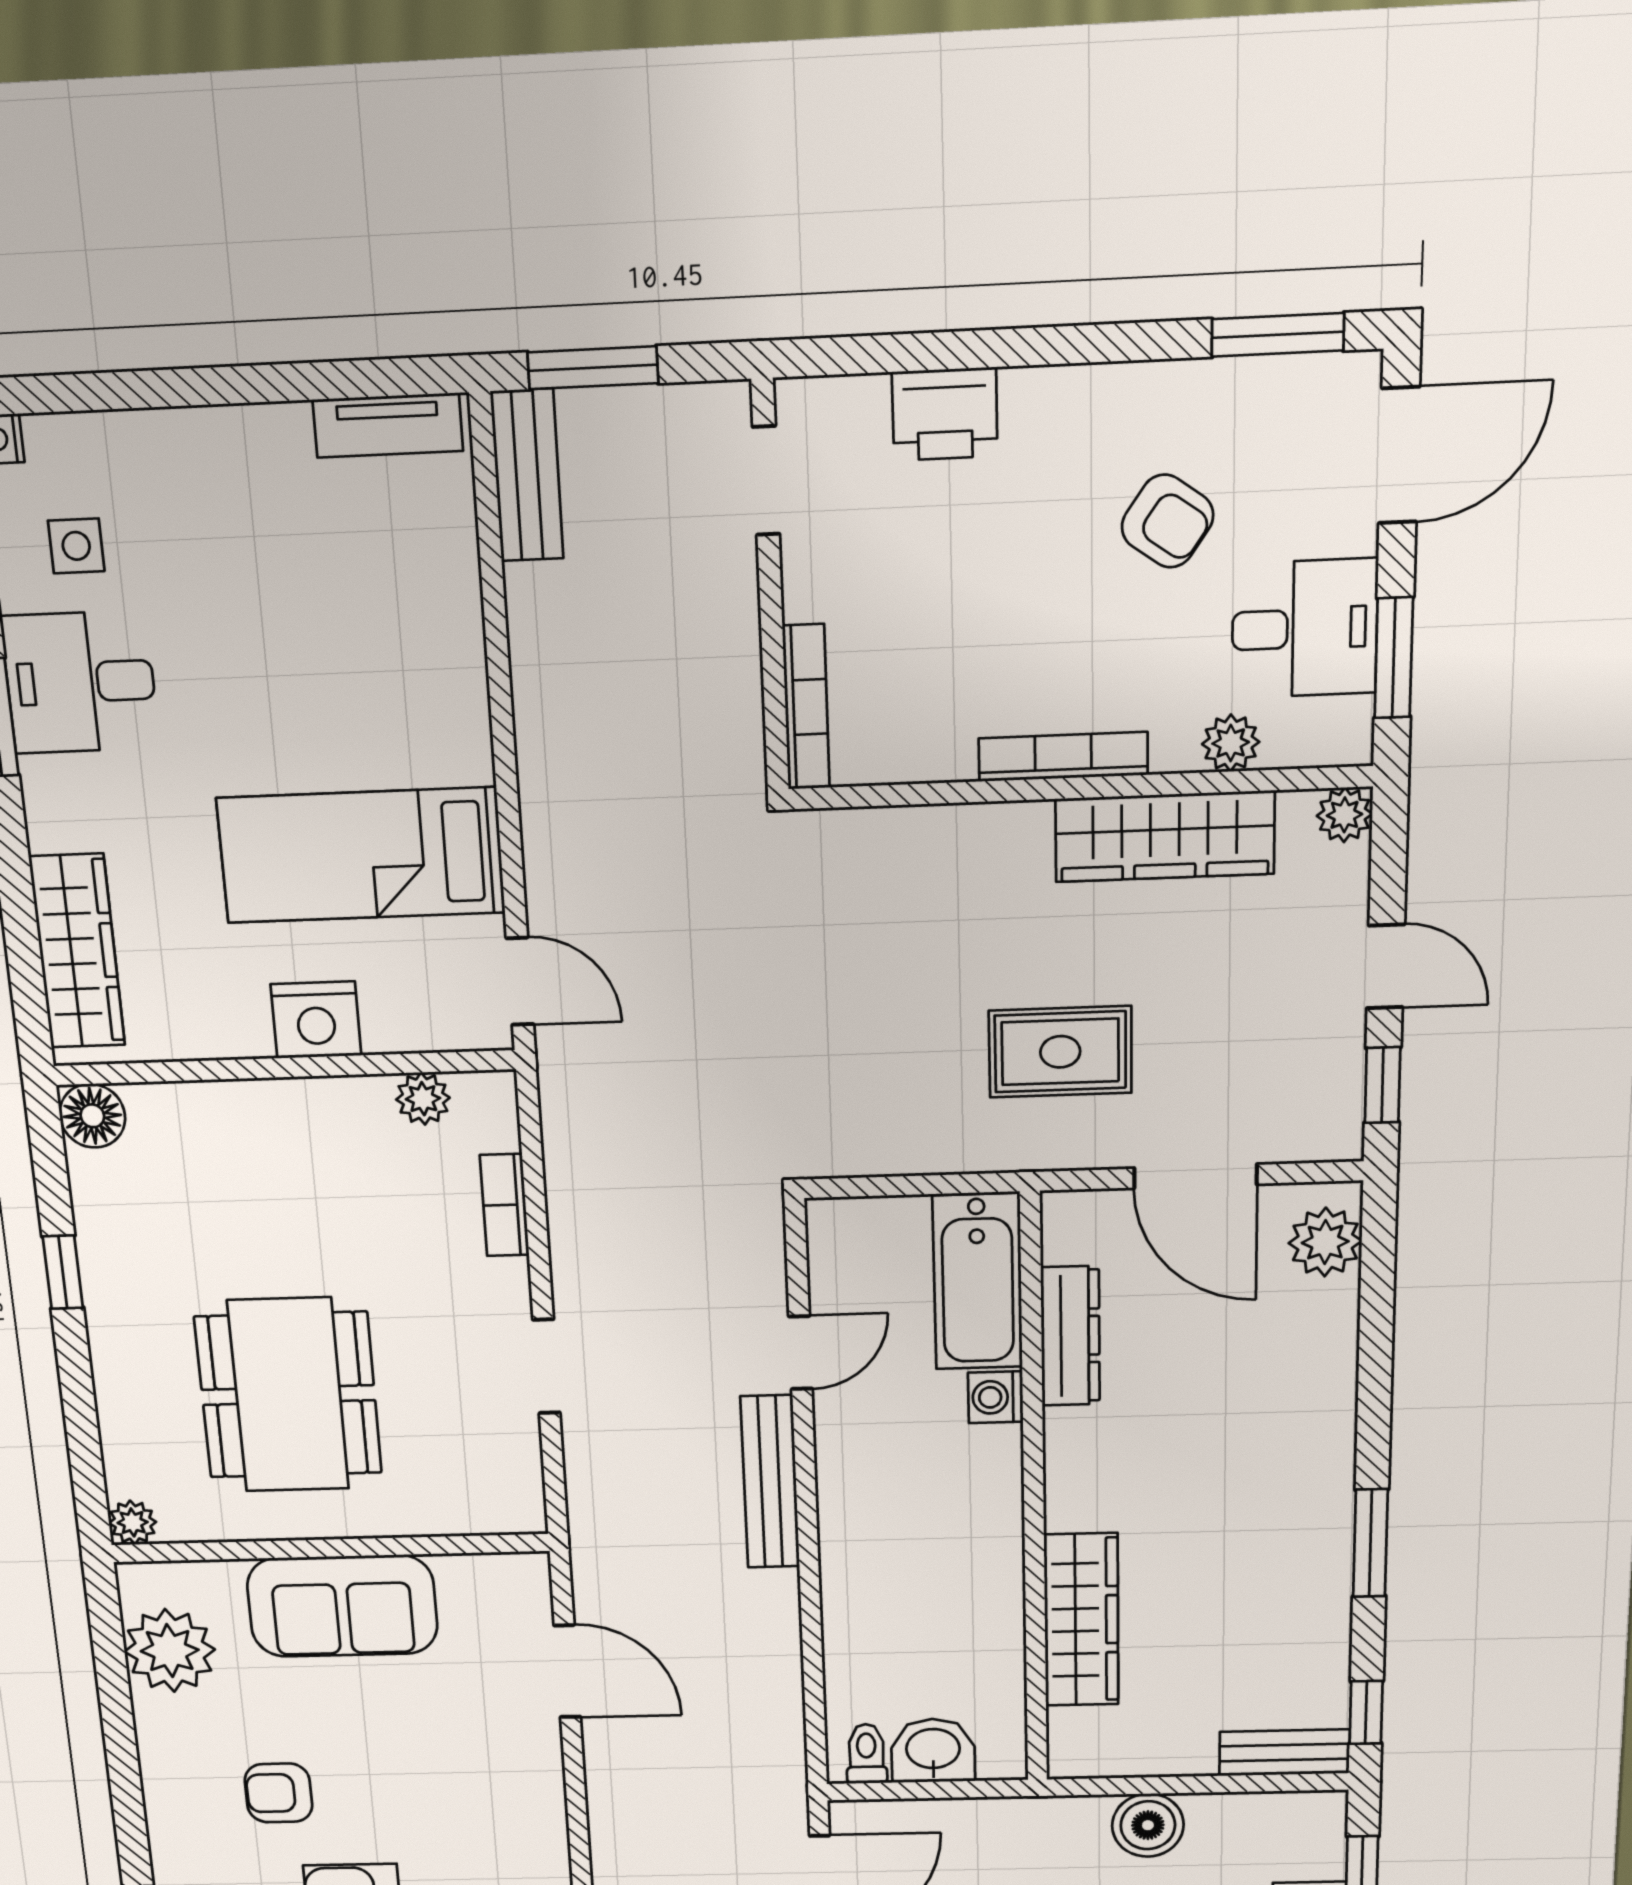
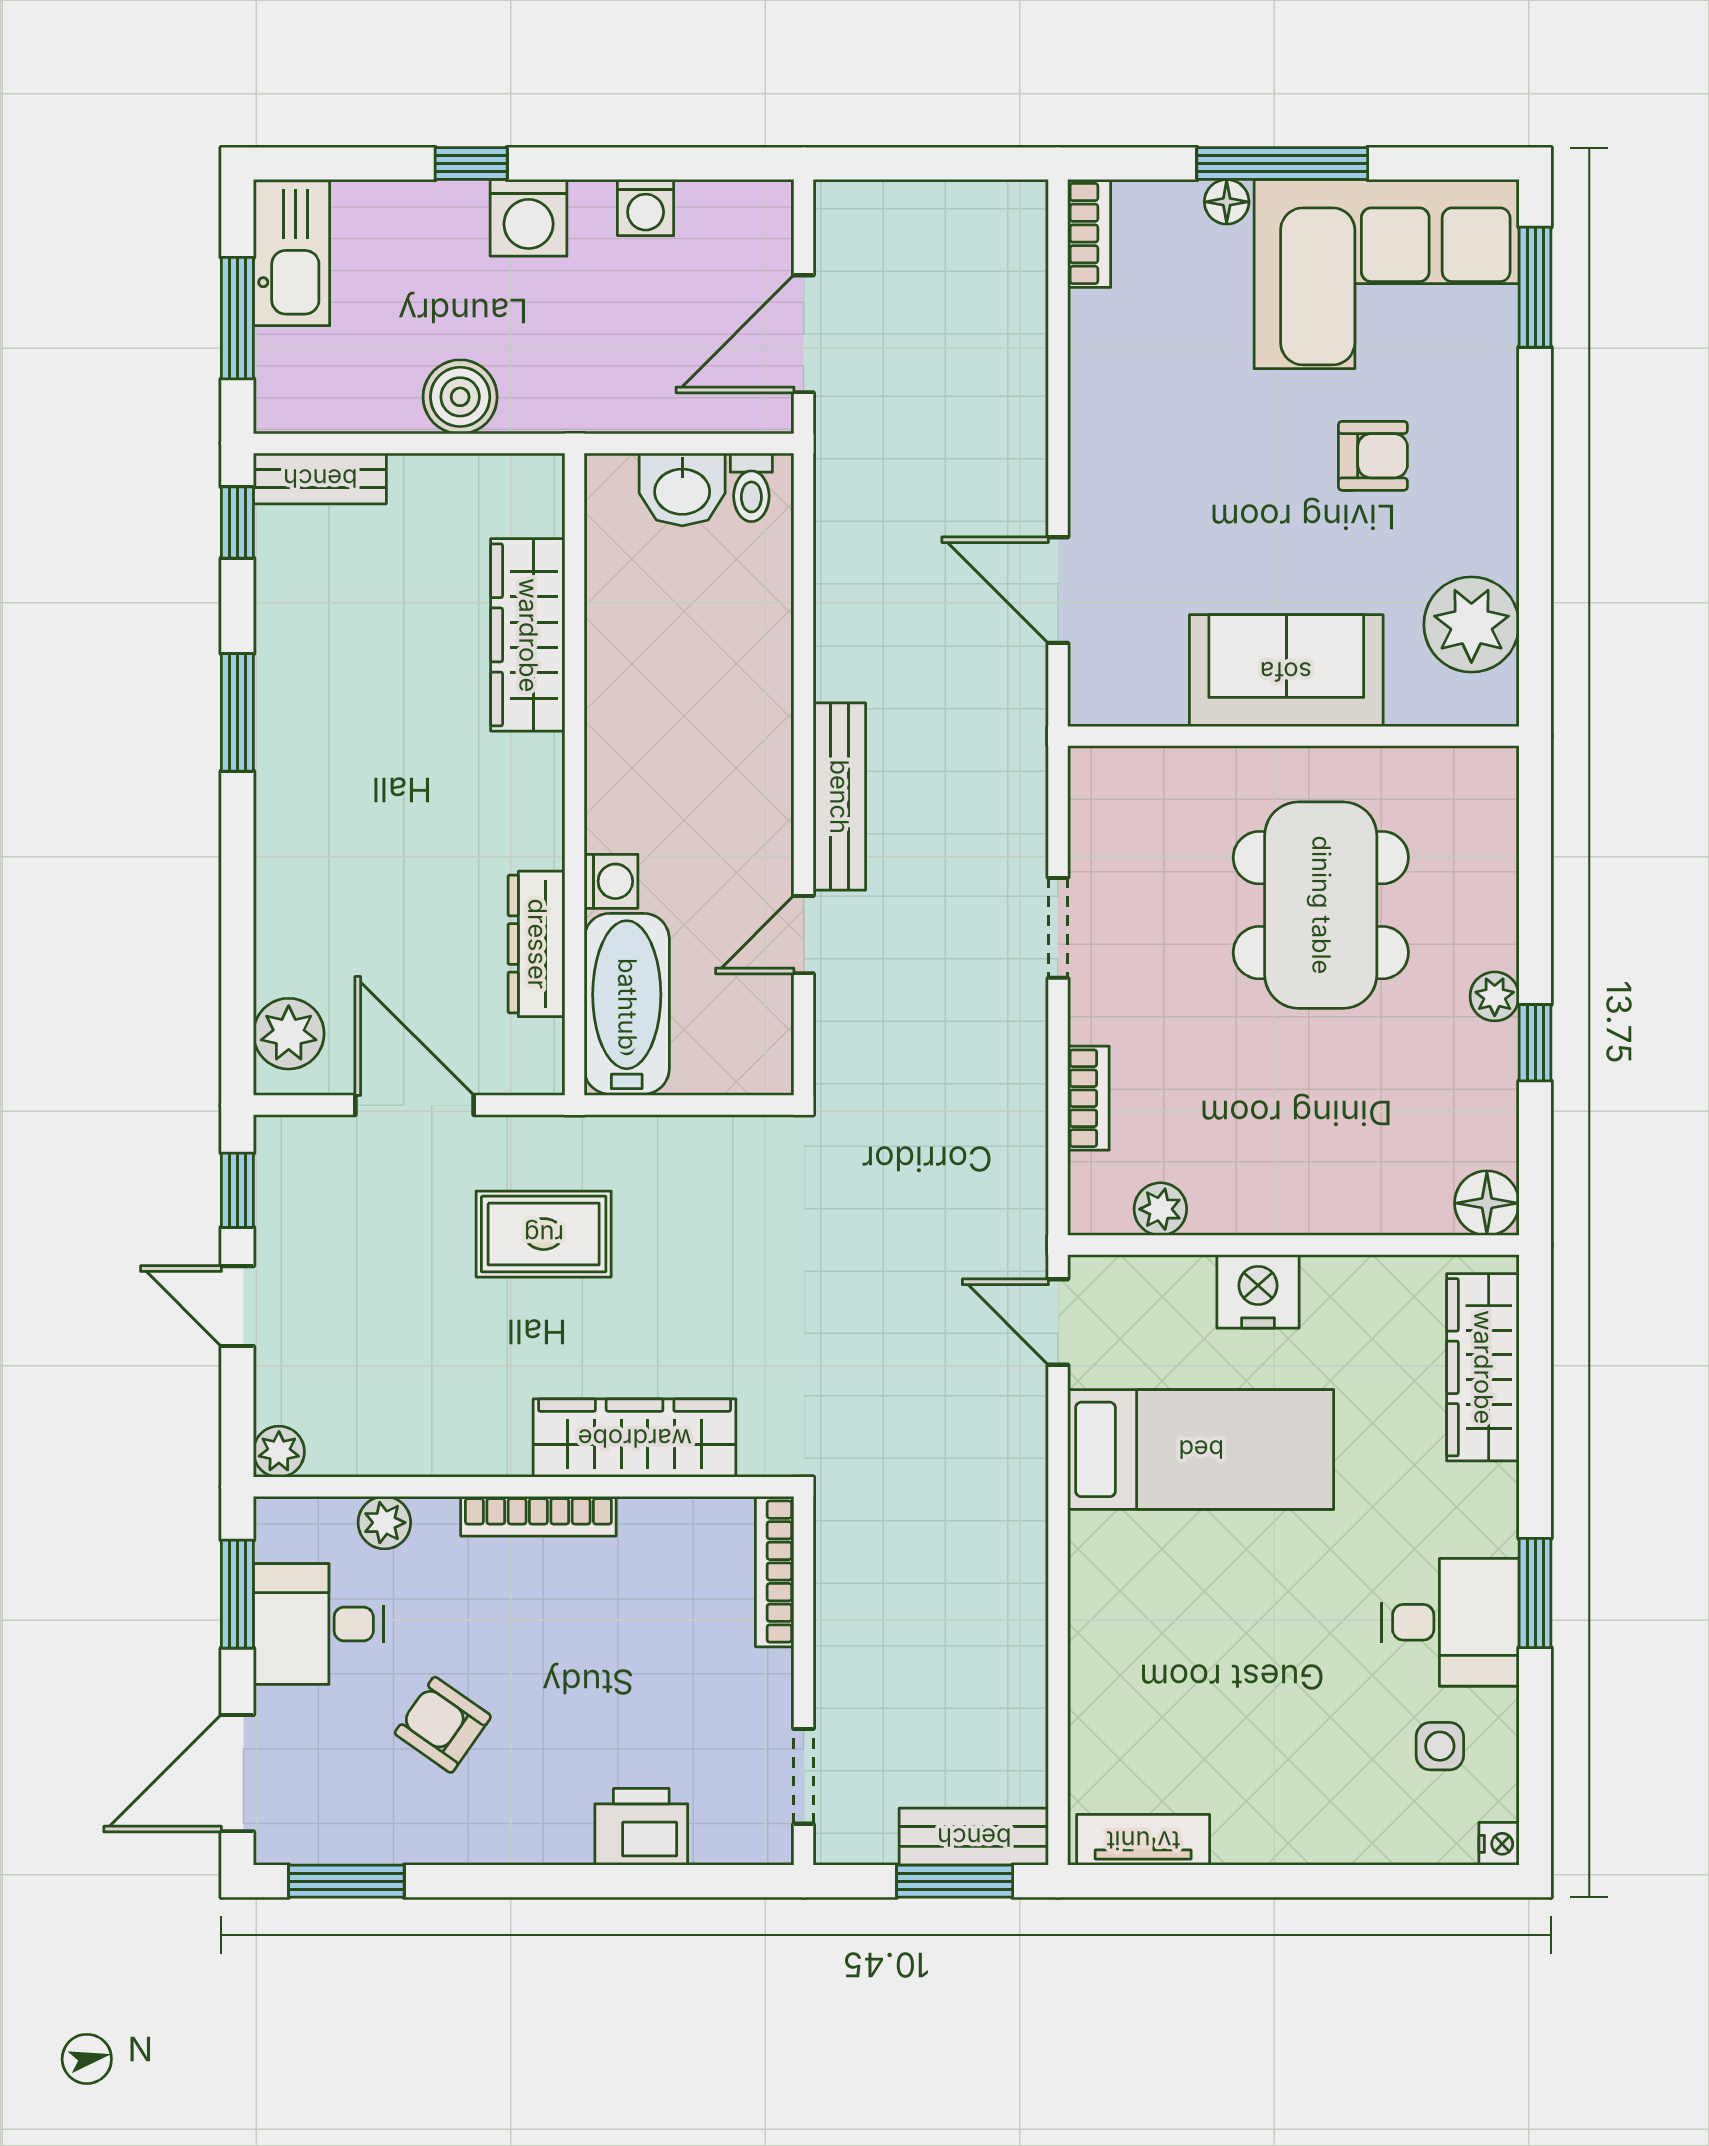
bench: (527, 475) -> (974, 1837), moved, turned 90
wardrobe: (1165, 836) -> (635, 1438), moved
plant: (133, 1522) -> (1495, 996), moved

